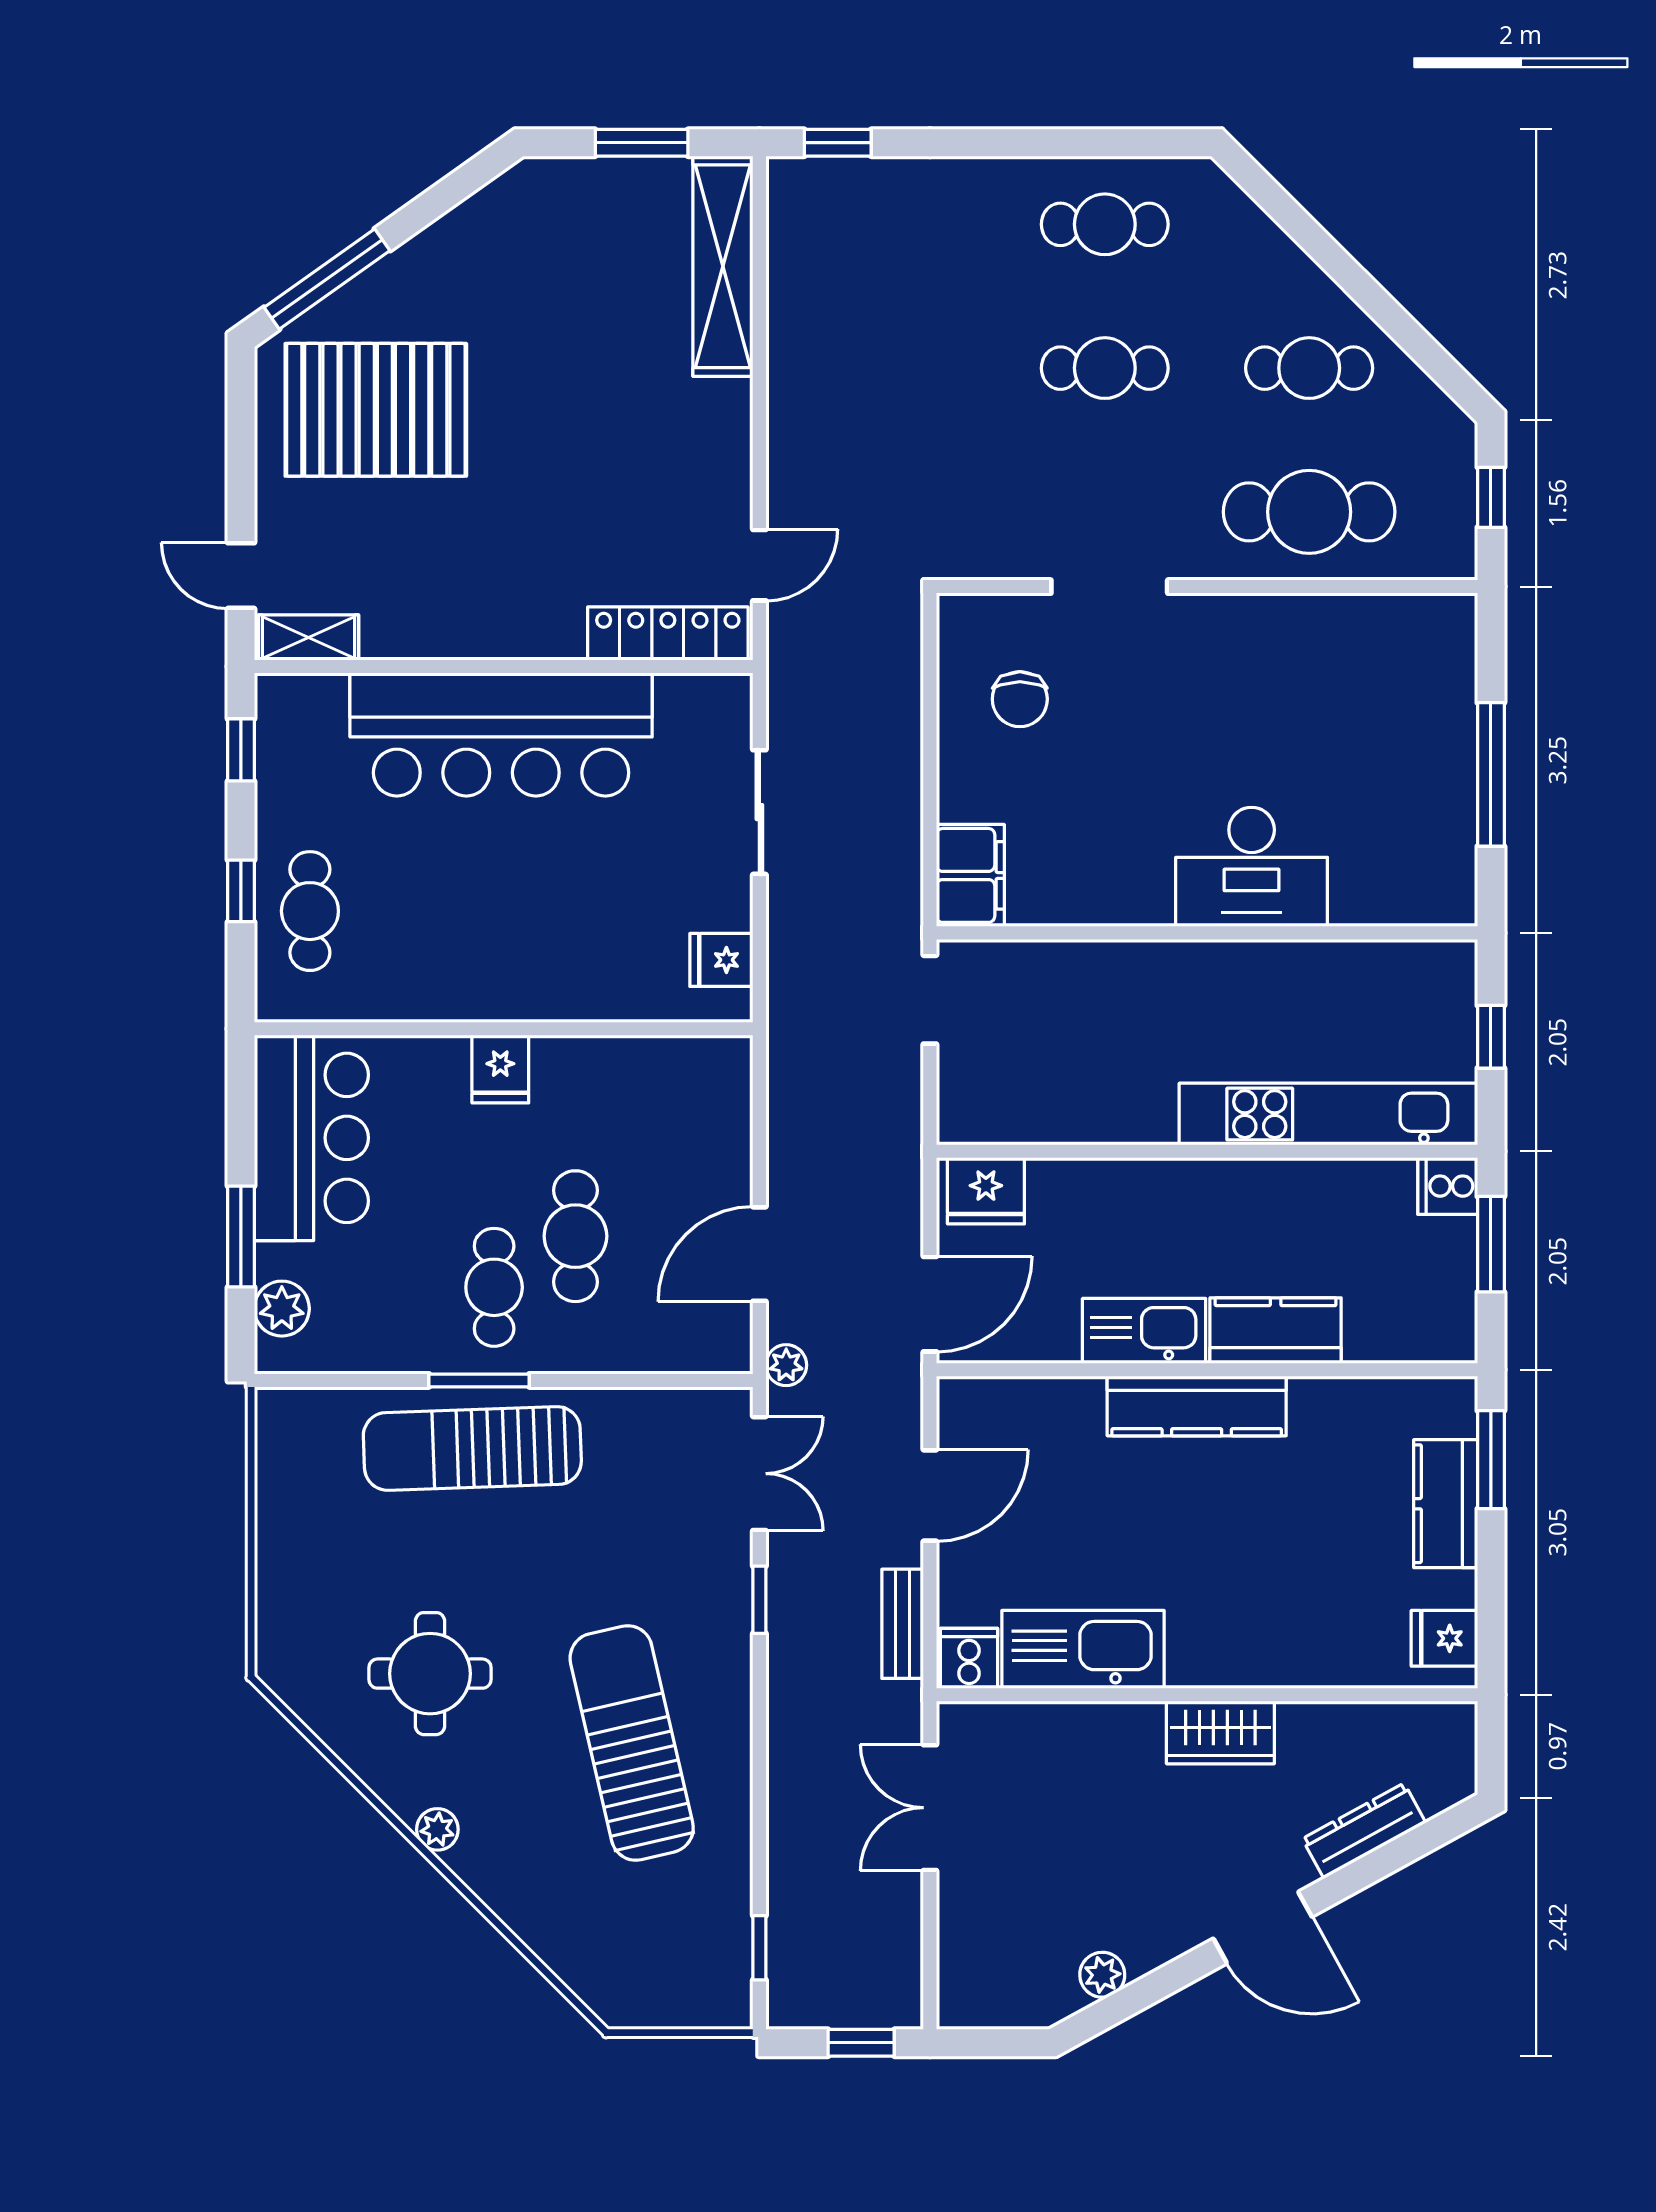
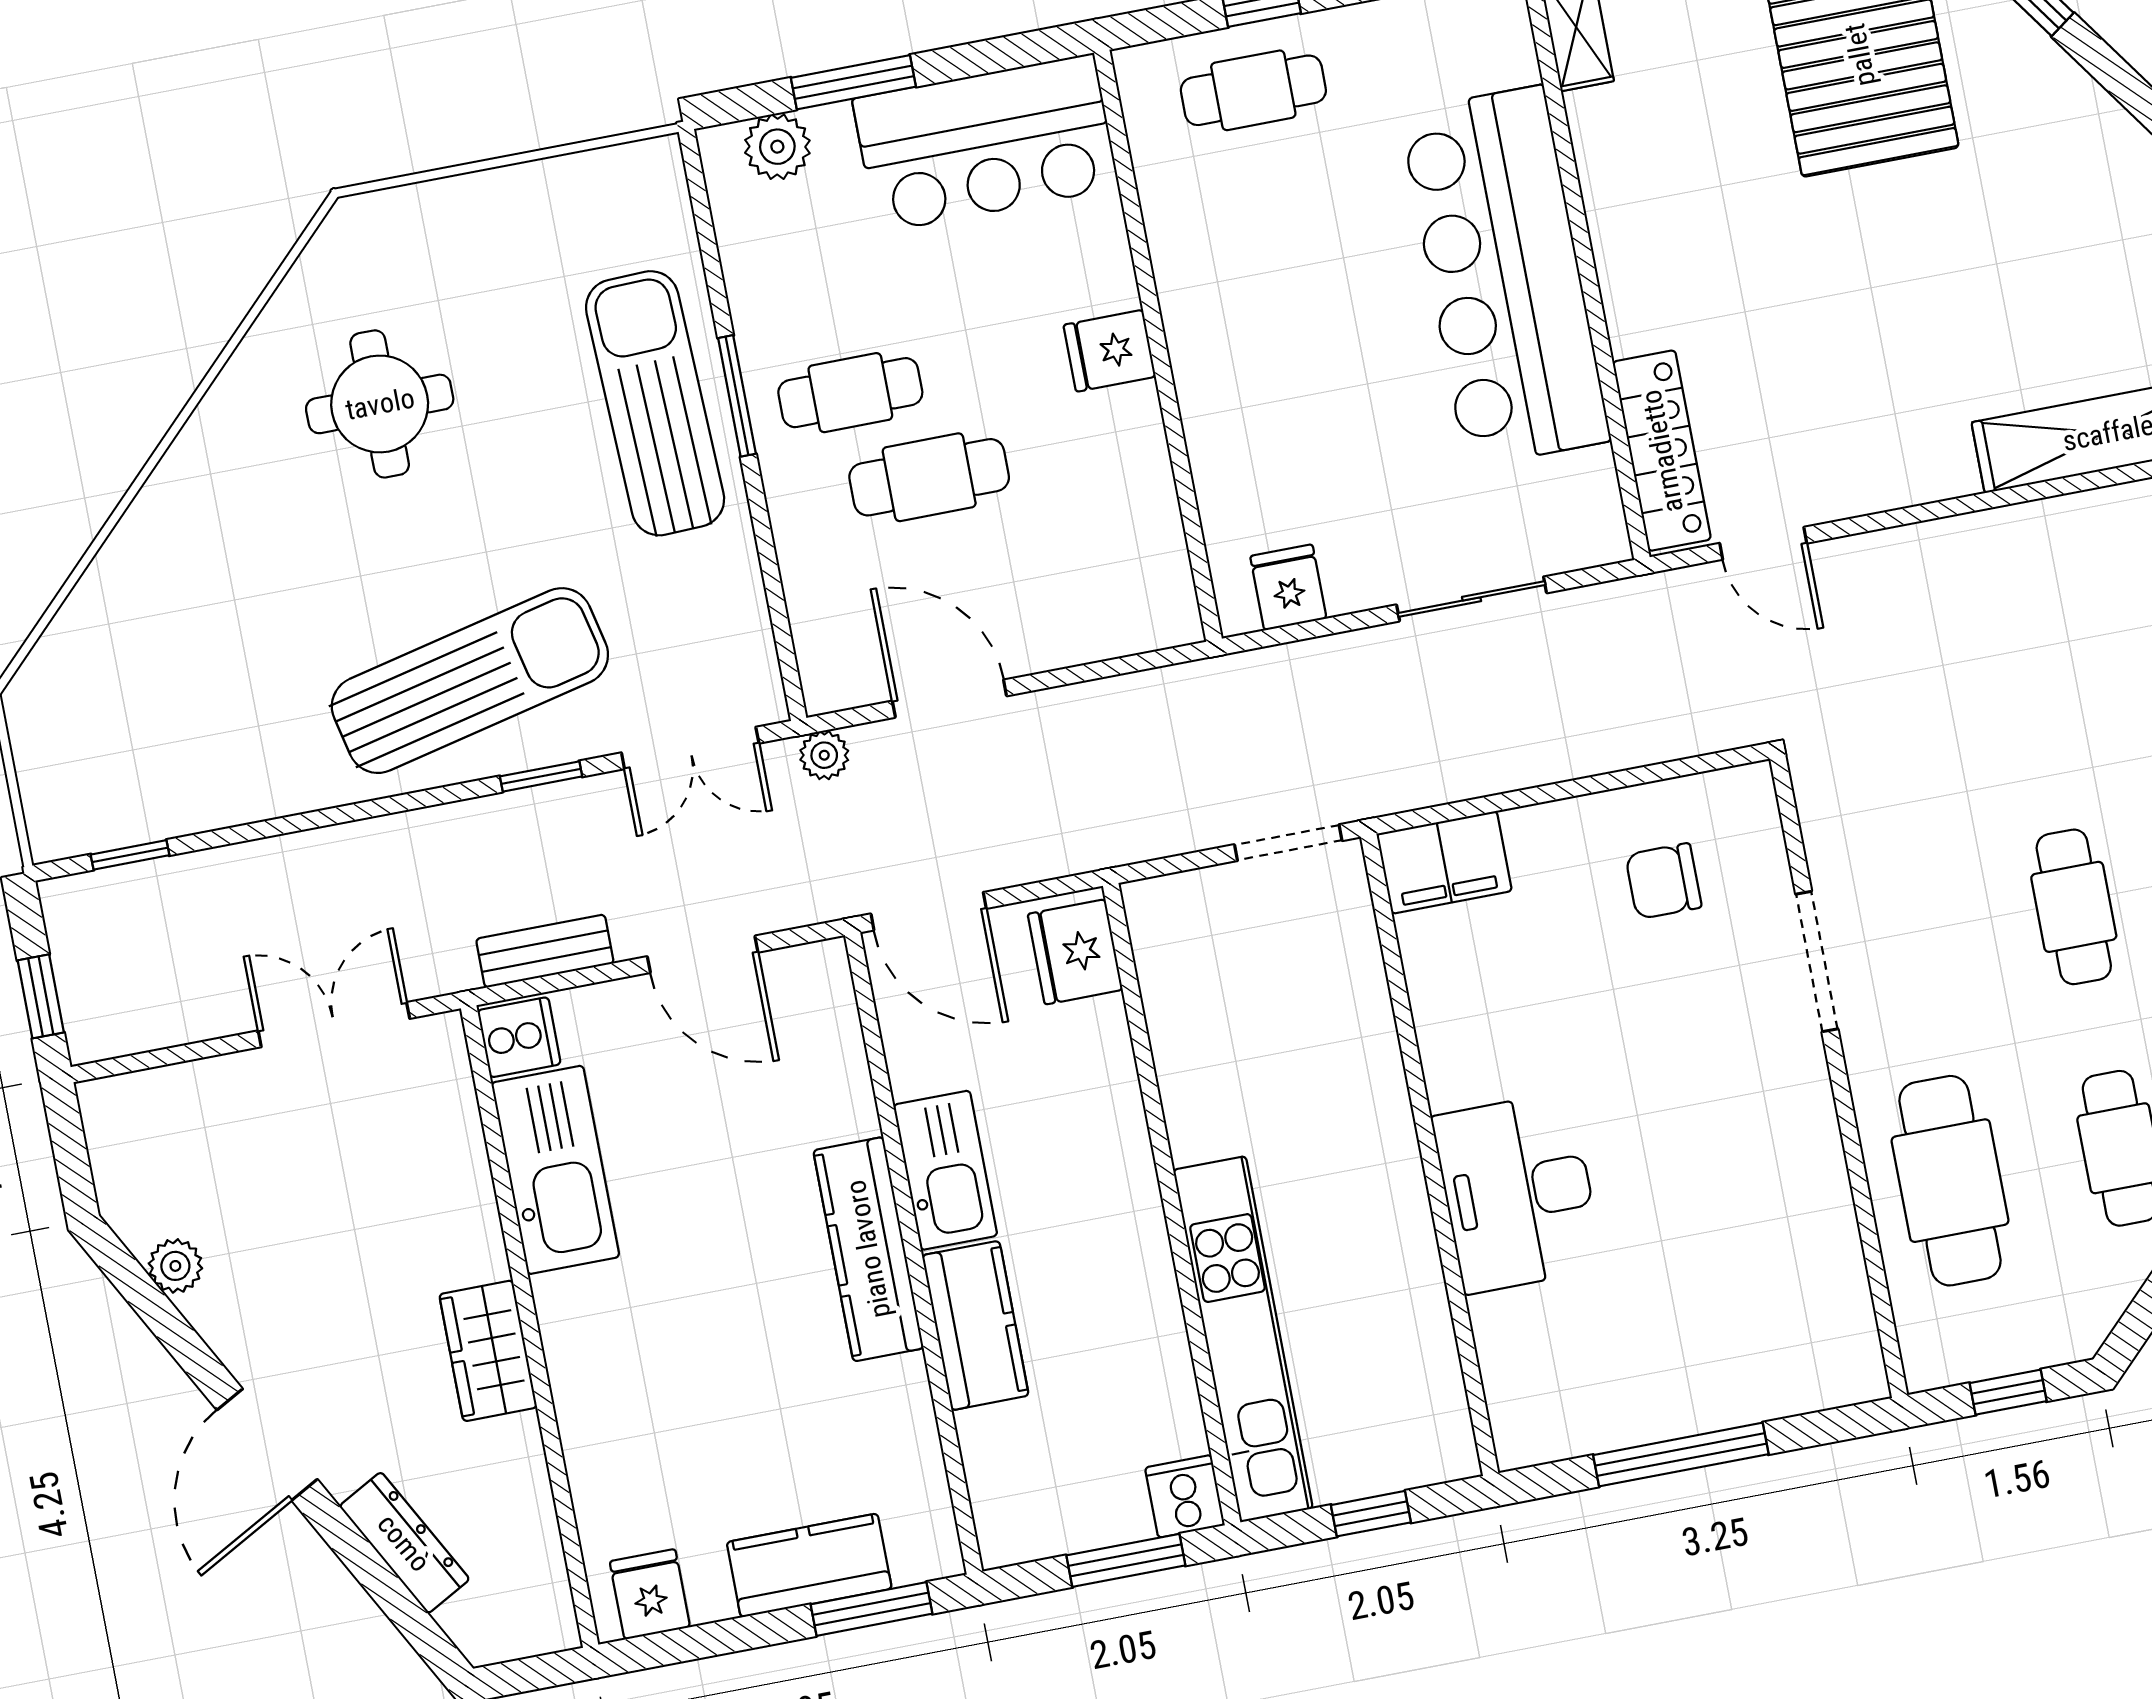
sun lounger: (632, 1743) -> (470, 681), moved
plant: (437, 1829) -> (197, 448), removed

